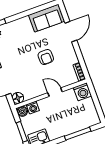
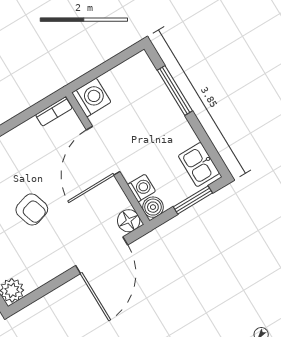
armchair: (46, 57) -> (32, 209), moved, turned 73
door: (55, 92) -> (103, 151), width x1.87

